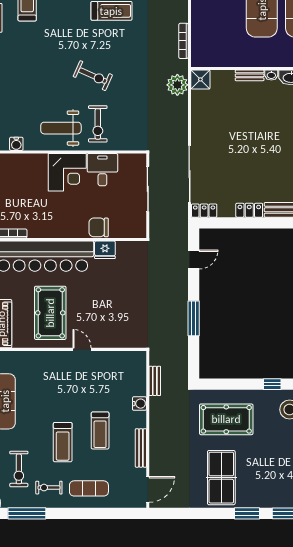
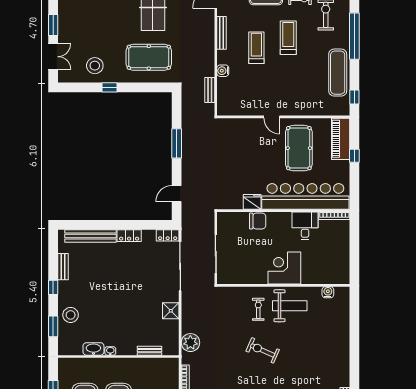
bench: (250, 75) -> (150, 351), moved
shower: (200, 79) -> (171, 311), moved
exercise bike: (98, 124) -> (258, 309), width x0.73, depth x0.72
desk: (102, 170) -> (305, 226), moved, turned 180

